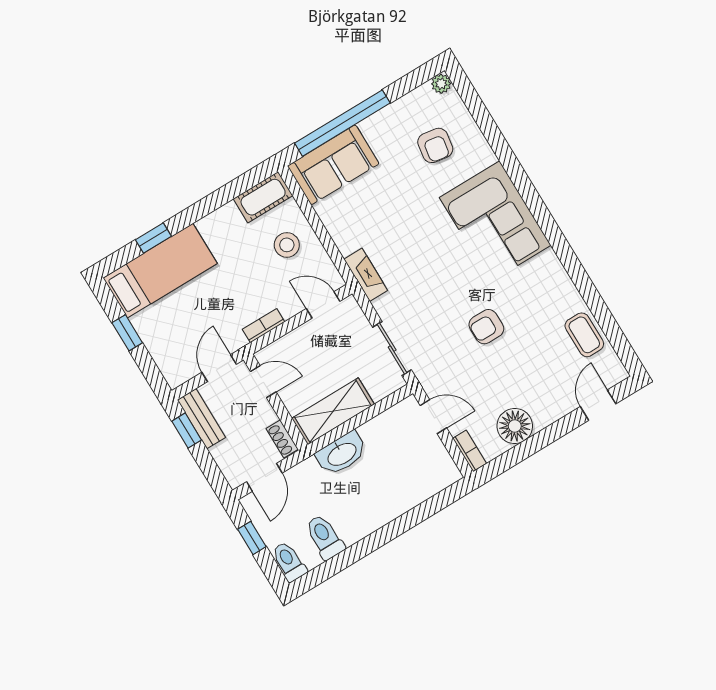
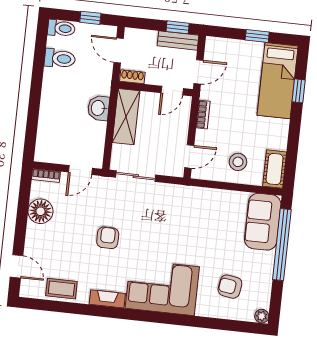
fireplace: (366, 275) -> (107, 299), moved, turned 180
door: (219, 368) -> (198, 72), hinge flipped
washbasin: (342, 454) -> (98, 108), width x0.72

